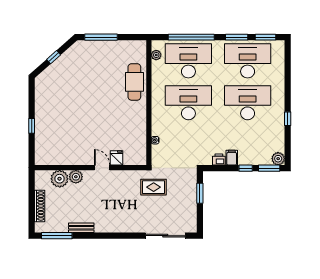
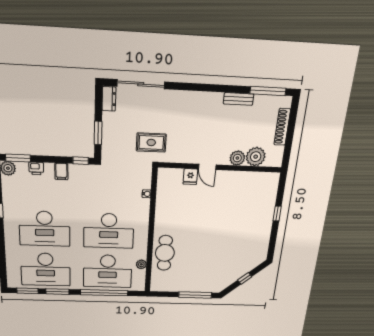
plant: (156, 55) -> (141, 264), moved
printer: (219, 160) -> (36, 168), moved
window: (246, 168) -> (81, 161), moved
dresser: (191, 222) -> (109, 99), added

